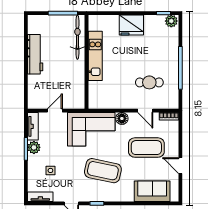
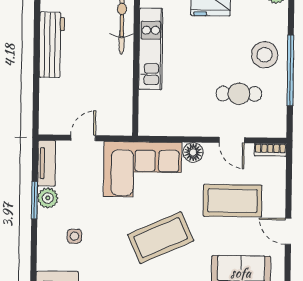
stool: (165, 58) -> (265, 55), added
coffee table: (103, 171) -> (161, 238), turned -36

